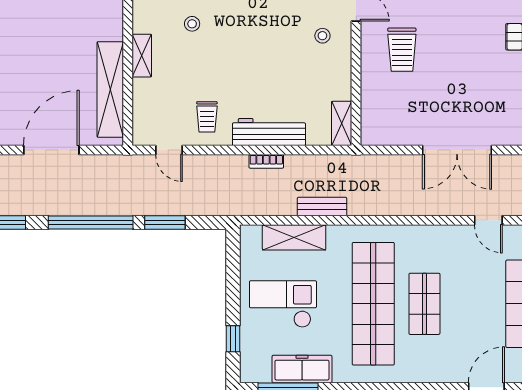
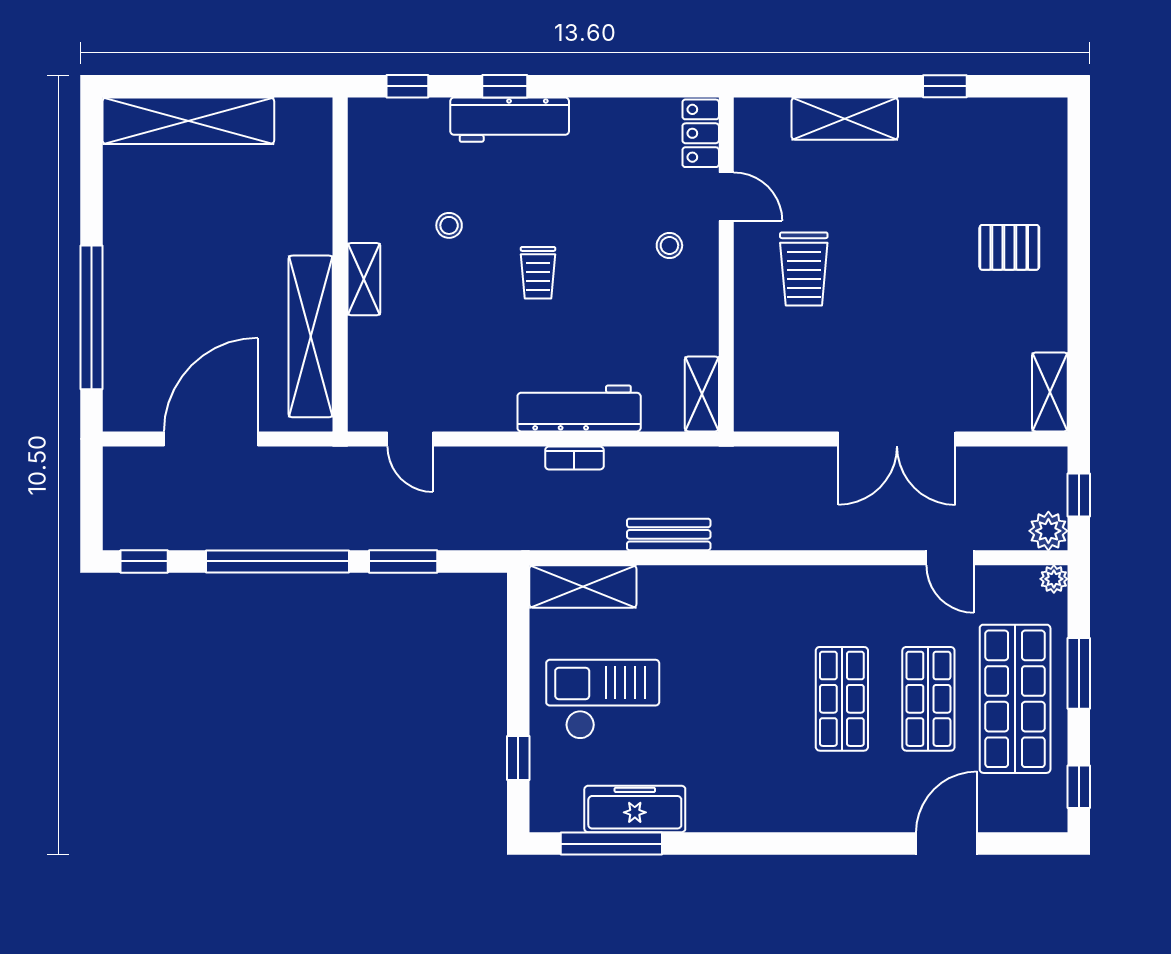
trolley: (207, 117) -> (538, 273), moved
shelving: (294, 237) -> (583, 587), moved
shop shelf: (373, 304) -> (928, 699), moved, width x0.50, depth x0.74

